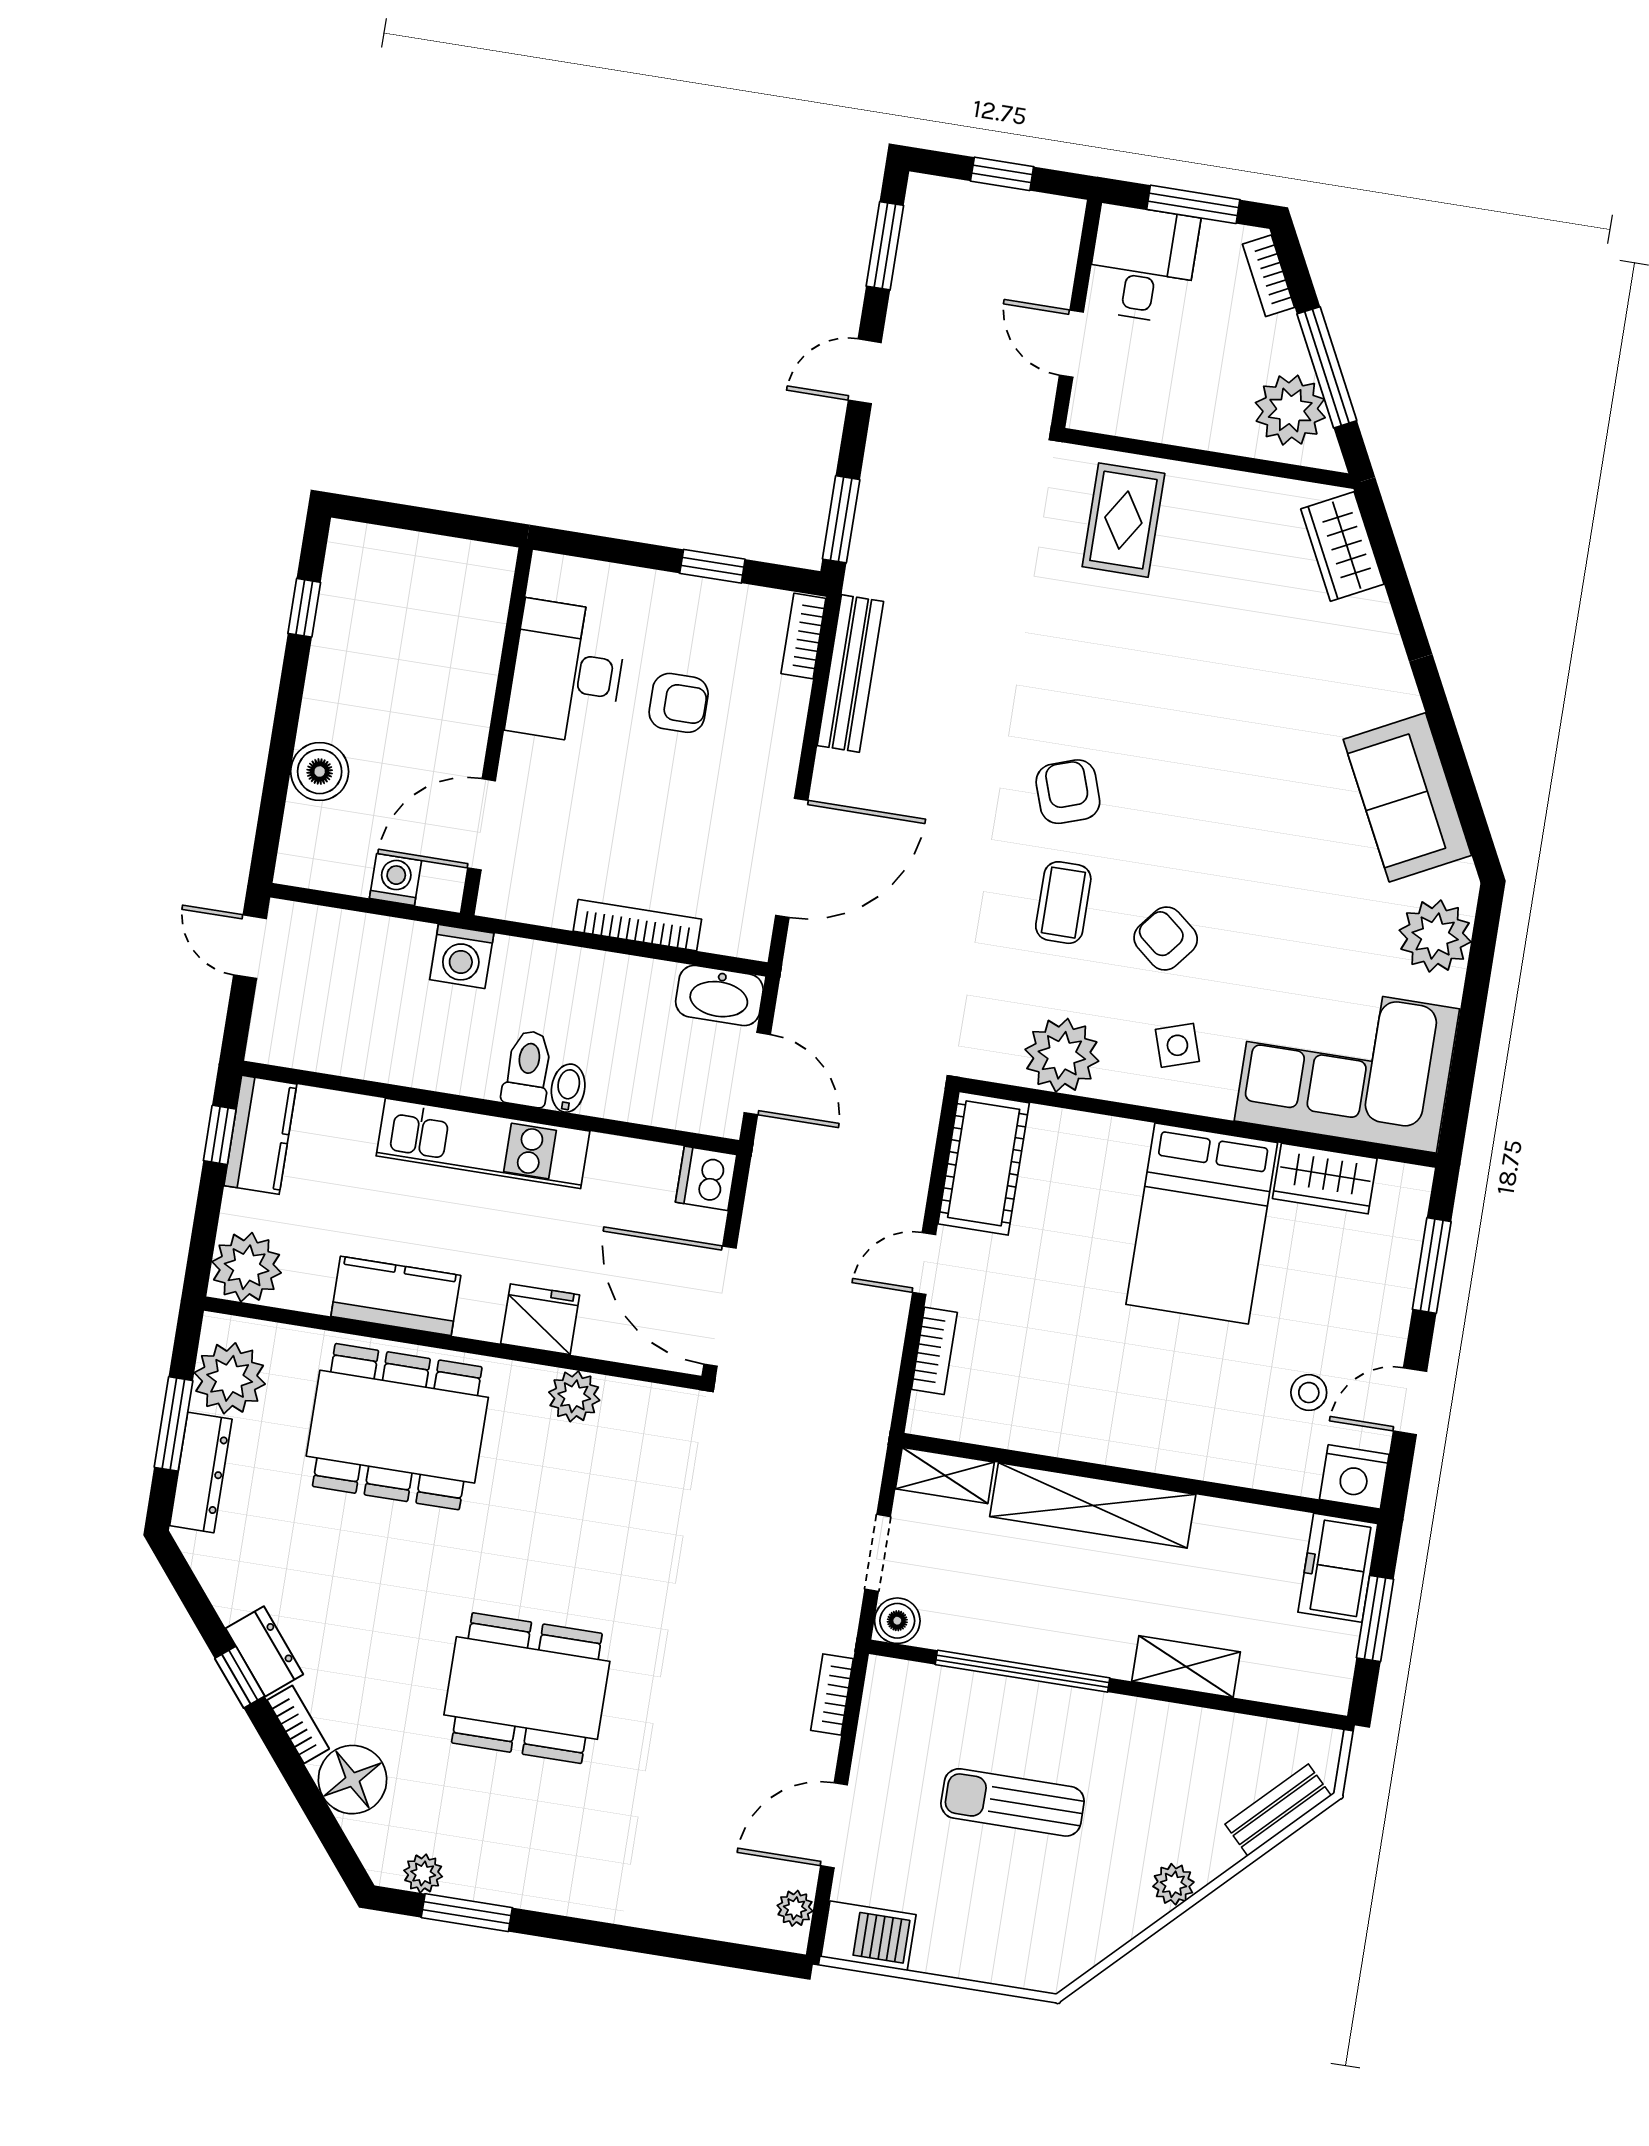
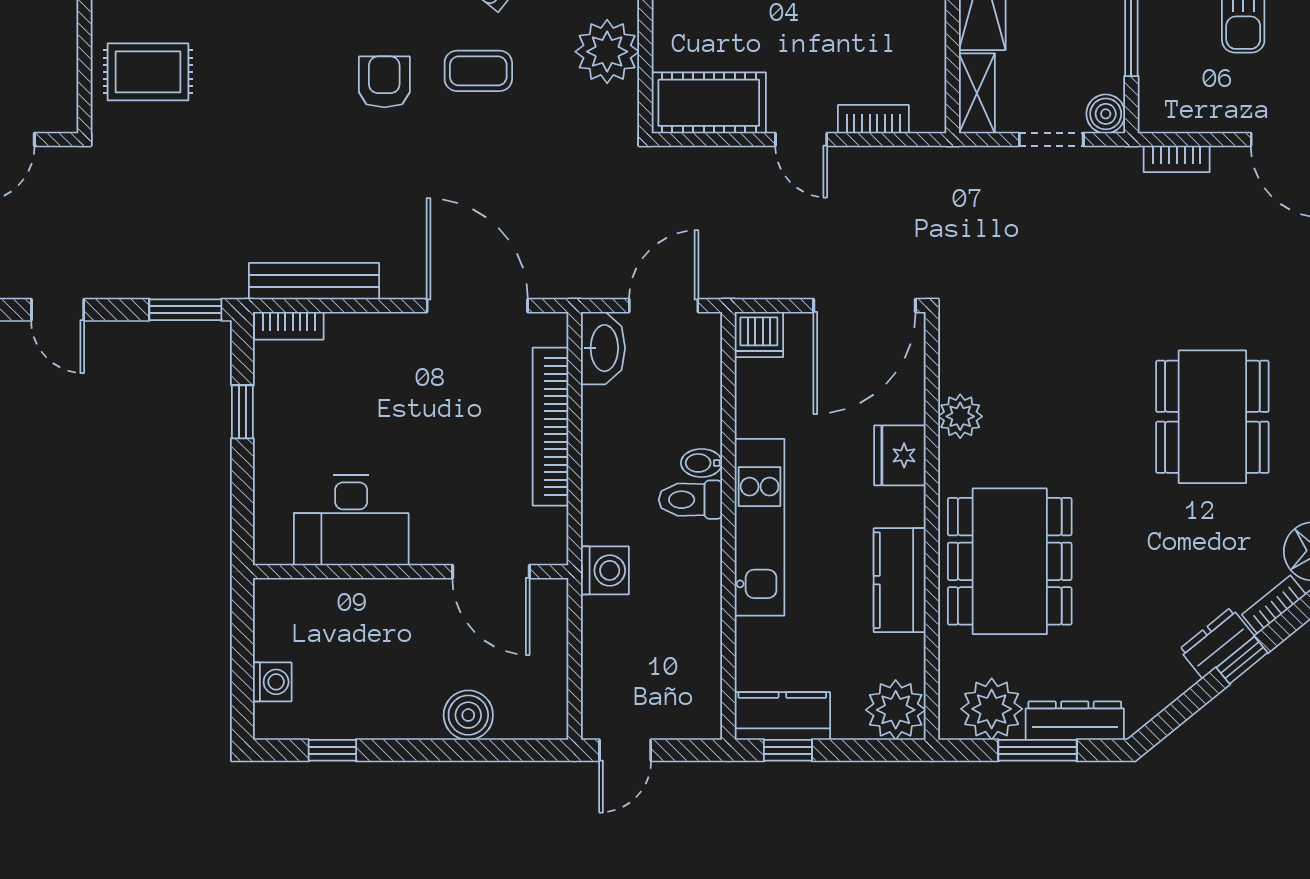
armchair: (679, 703) -> (362, 422), removed
armchair: (1068, 792) -> (384, 82), turned 109
washing machine: (396, 880) -> (272, 682), moved, turned 180
bookcase: (637, 925) -> (551, 427), width x1.48, depth x1.31

